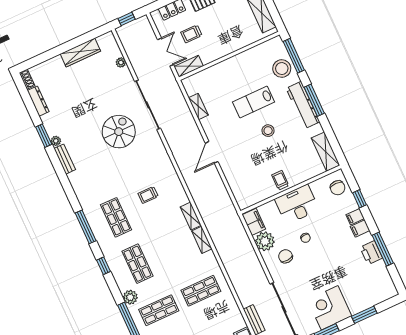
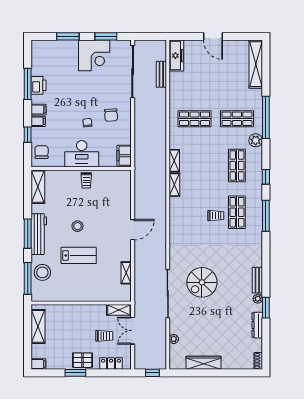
dresser: (38, 101) -> (257, 325), moved
trolley: (148, 195) -> (216, 216), moved
plant: (265, 241) -> (122, 135), removed

